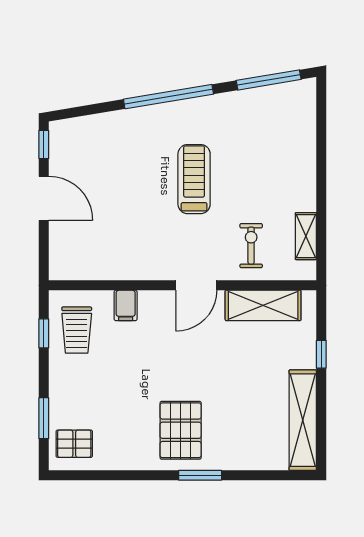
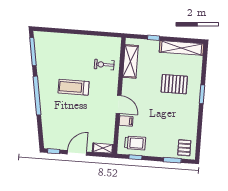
shelving: (306, 236) -> (103, 148), moved
door: (196, 285) -> (119, 104), moved
pallet: (181, 430) -> (174, 84), moved

